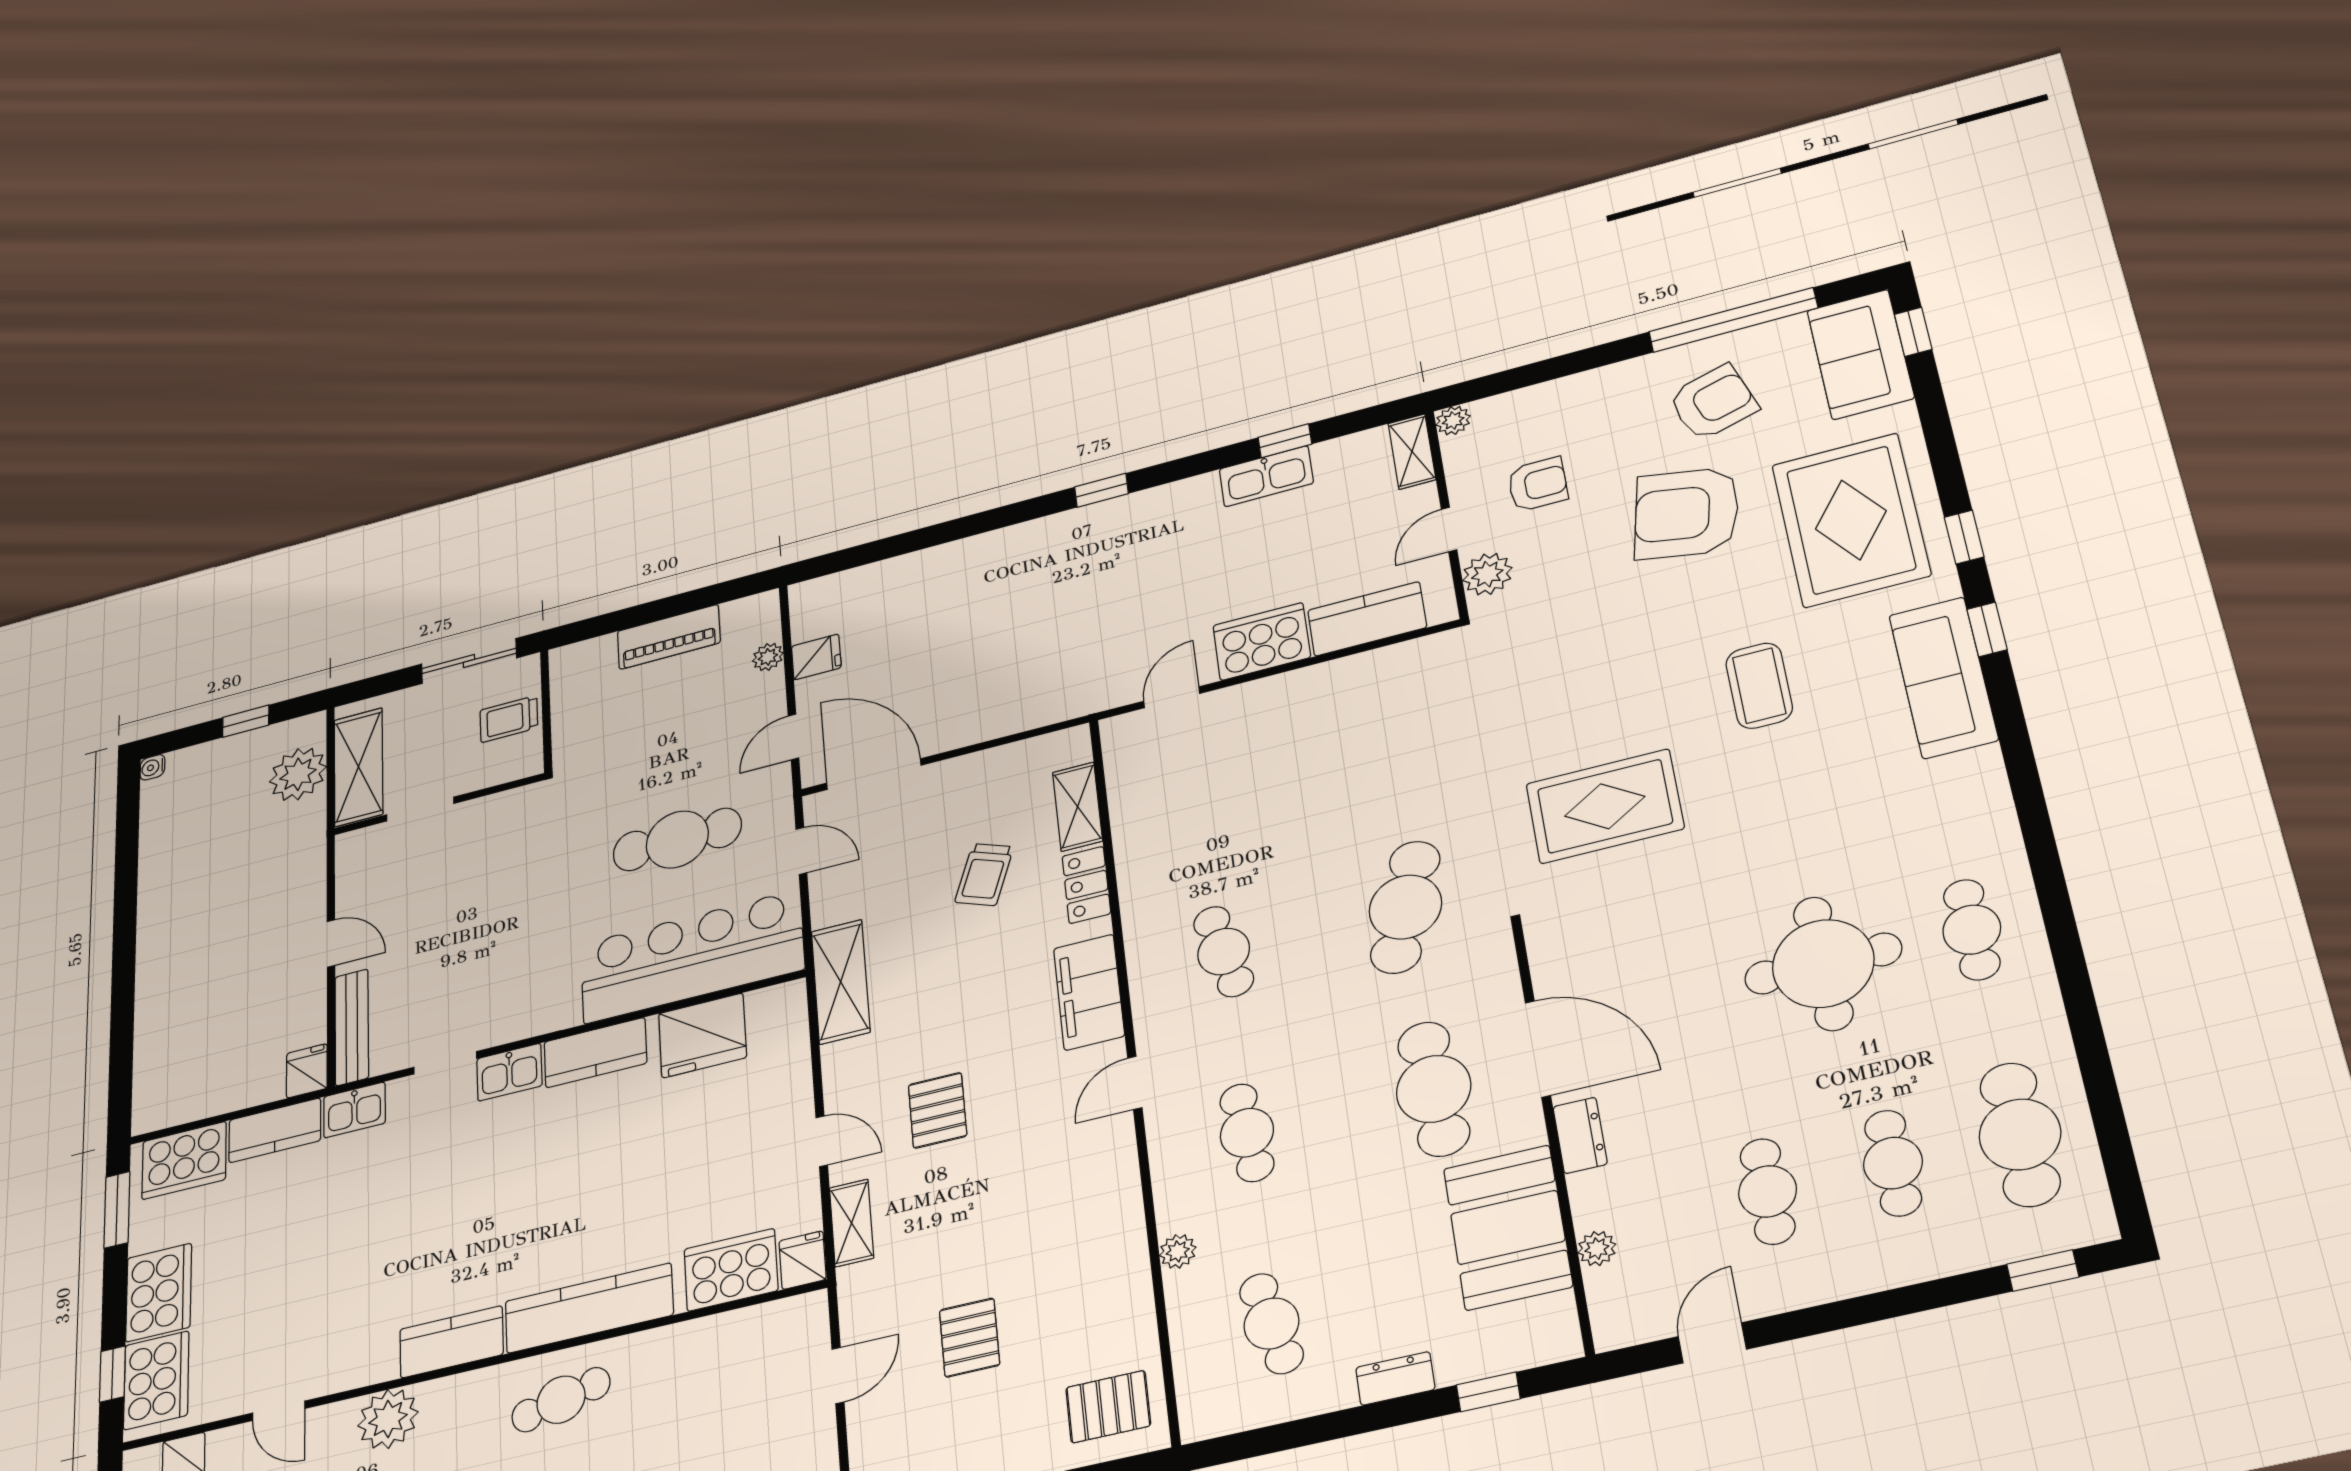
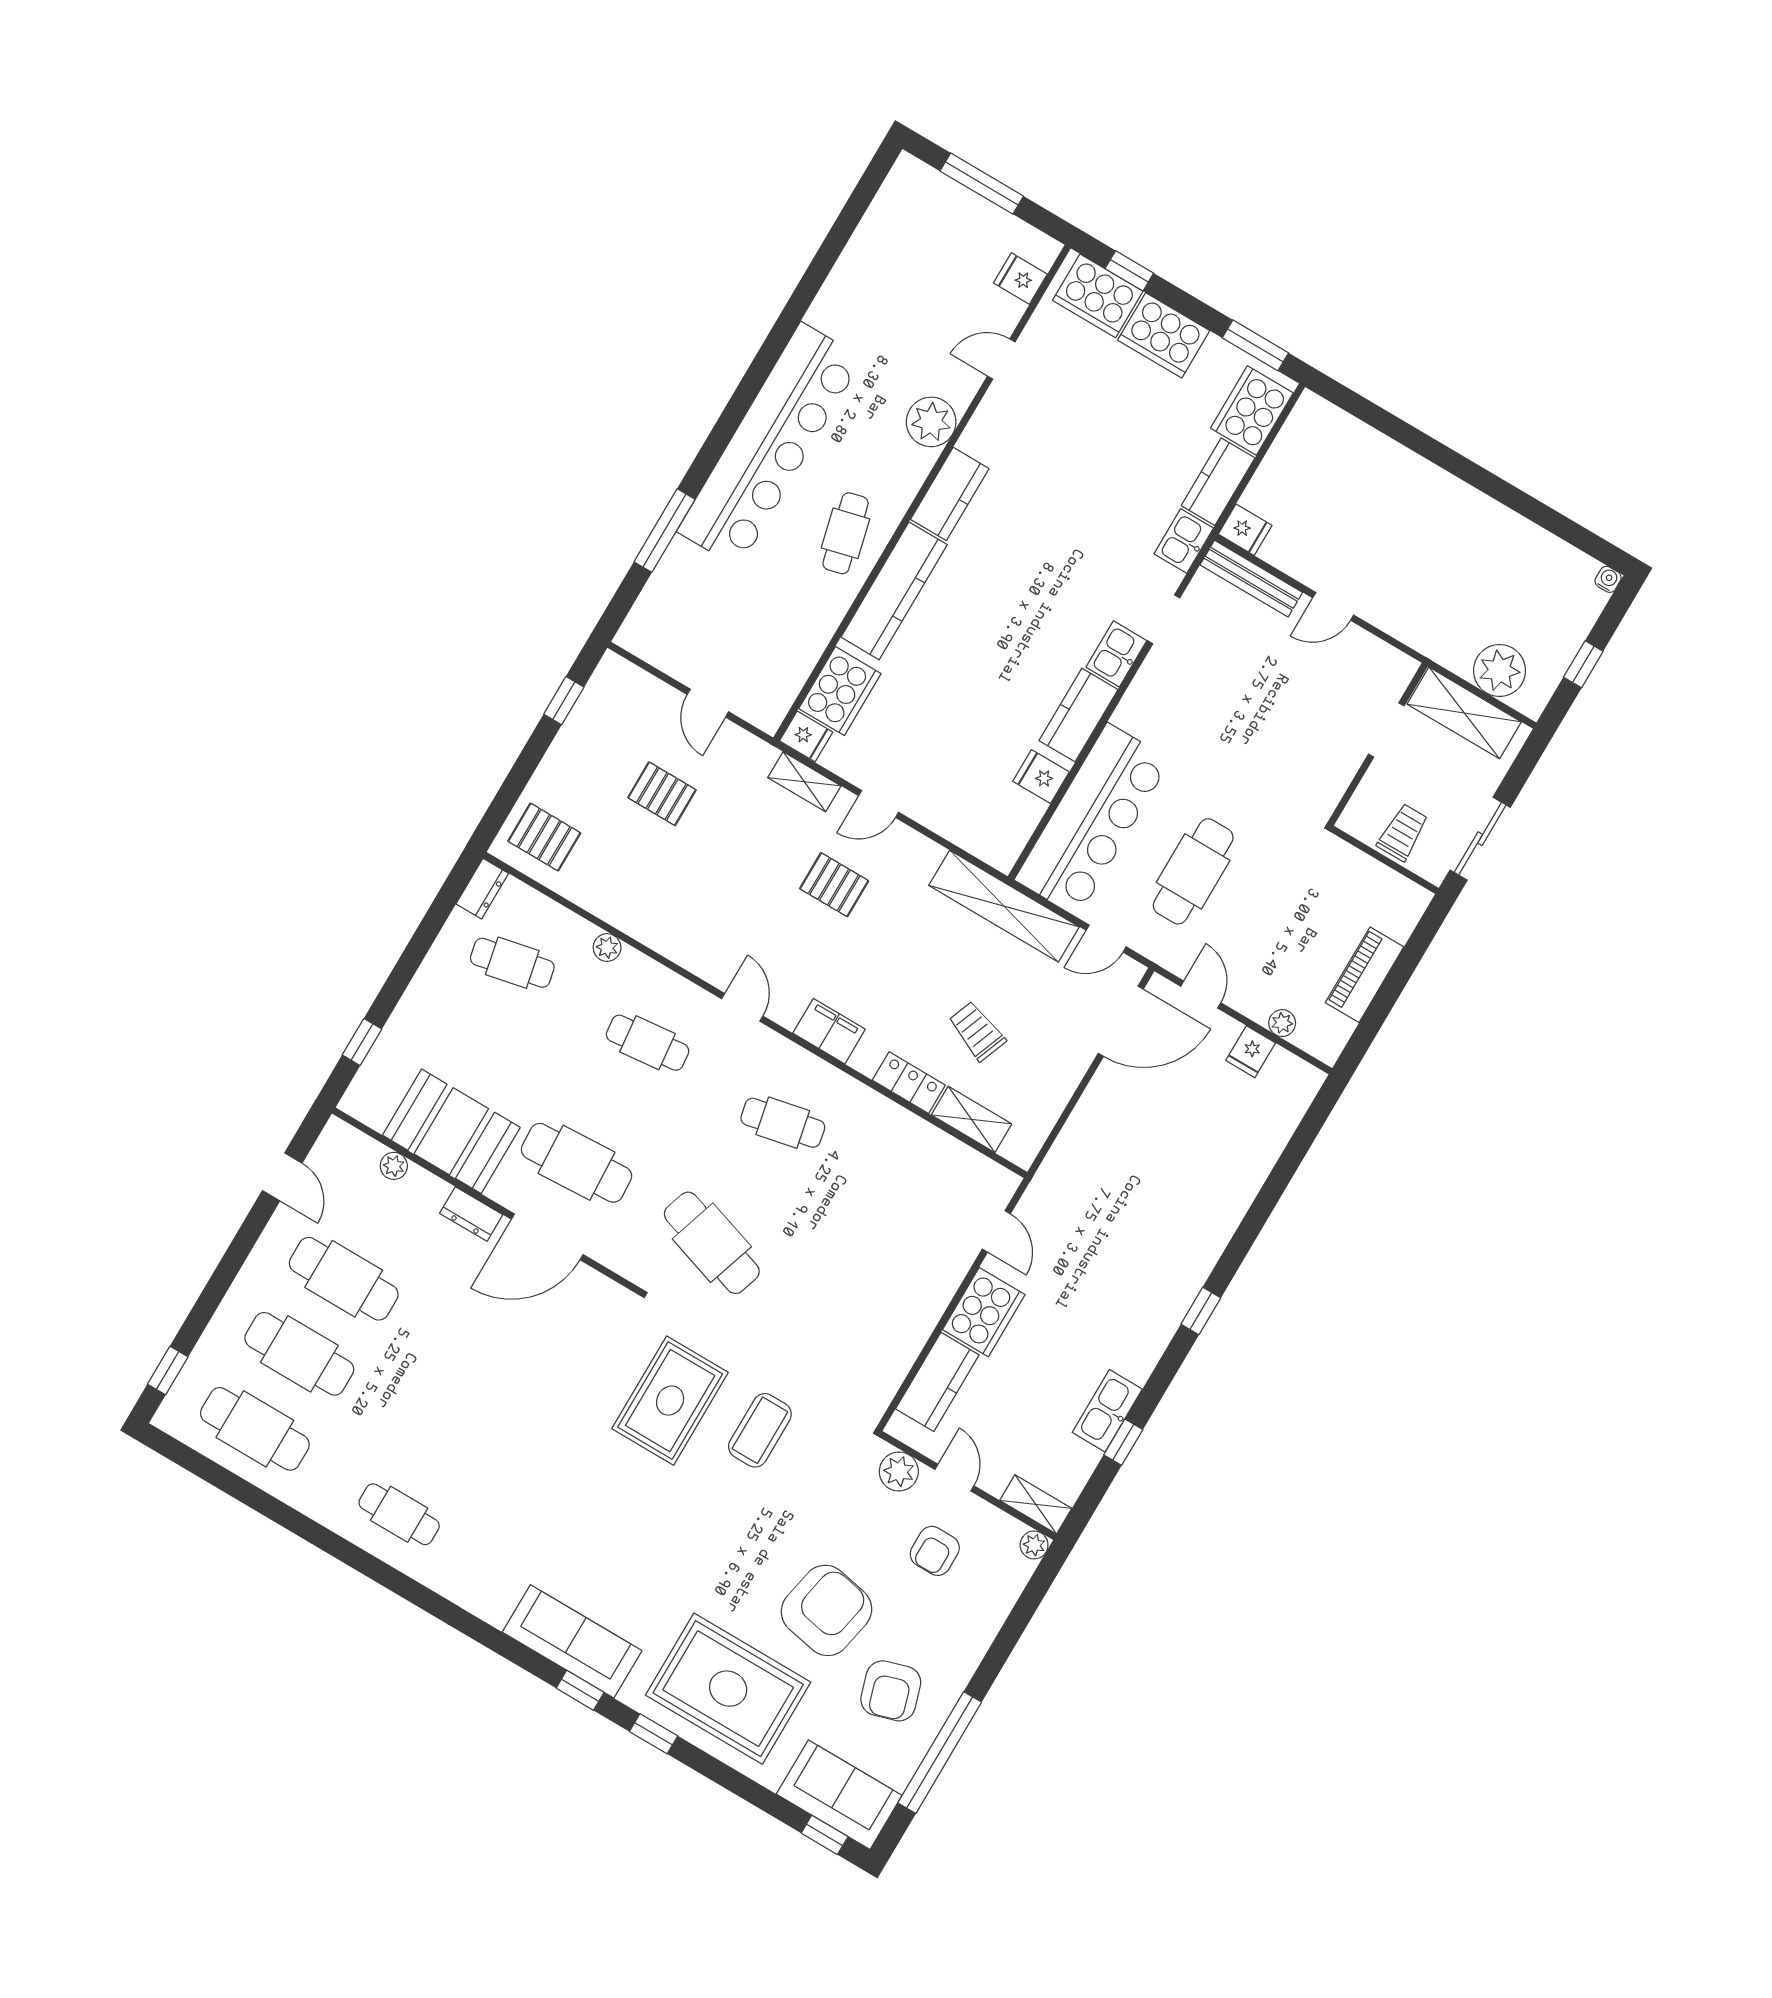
coffee table: (1759, 686) -> (760, 1430), moved, turned 90
round table: (1823, 964) -> (453, 1424), removed
shelving: (841, 982) -> (1004, 906), width x1.47
filing cabinet: (1089, 992) -> (829, 1031), width x0.67, depth x0.86
fridge: (702, 1035) -> (1041, 777), width x0.53, depth x0.75
cafe table: (1893, 1163) -> (299, 1354), width x1.37, depth x1.35
cafe table: (1768, 1191) -> (344, 1279), width x1.37, depth x1.35
dresser: (1395, 1378) -> (482, 889), moved
pallet: (1108, 1407) -> (544, 837), turned 90

